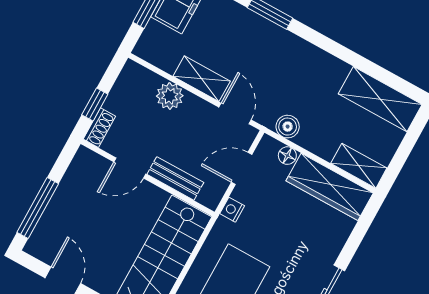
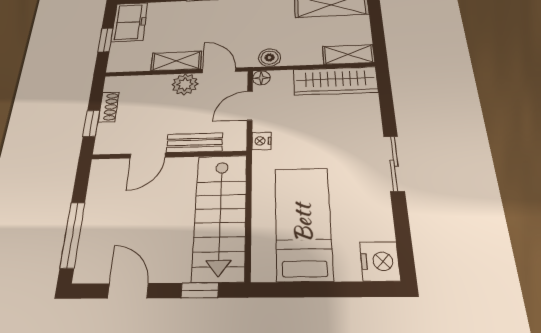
plant: (170, 96) -> (185, 84), moved
shoe rack: (99, 128) -> (109, 107), moved
floor lamp: (287, 156) -> (261, 78), moved

